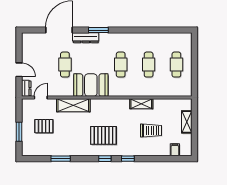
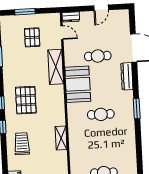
window: (98, 30) -> (137, 108), moved
cafe table: (149, 65) -> (102, 143), removed
door: (19, 70) -> (101, 8), moved
trolley: (151, 130) -> (22, 144), moved, turned 180

